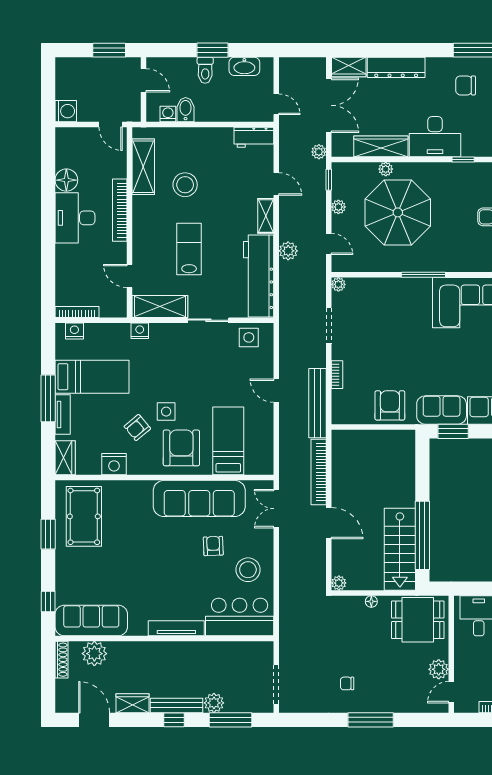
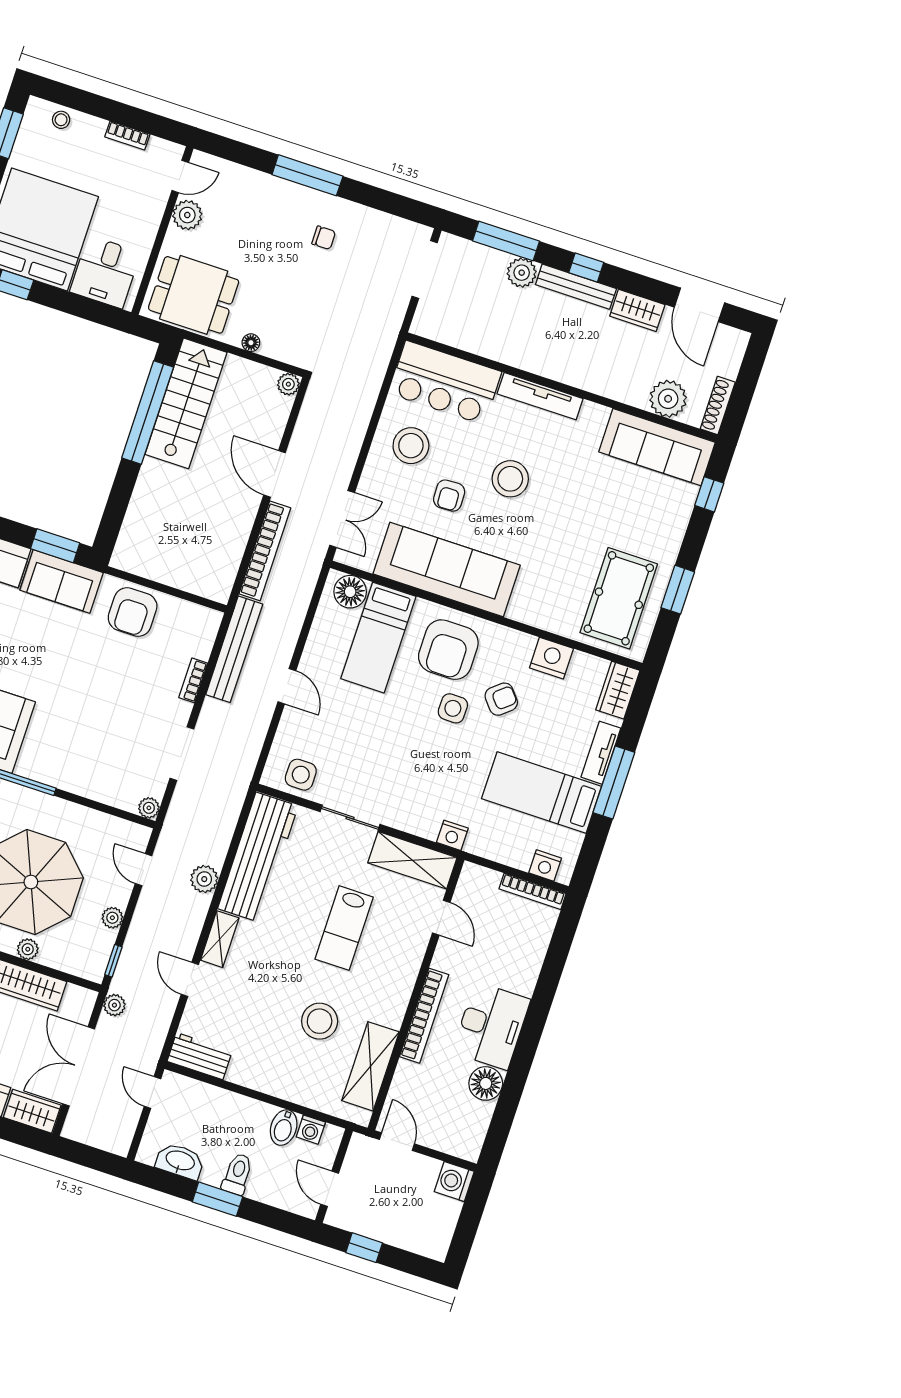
window: (109, 50) -> (364, 1248), width x0.67
floor lamp: (256, 464) -> (350, 592), added
stool: (178, 569) -> (510, 479), added

